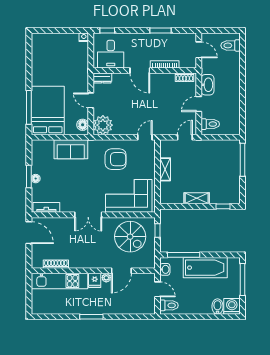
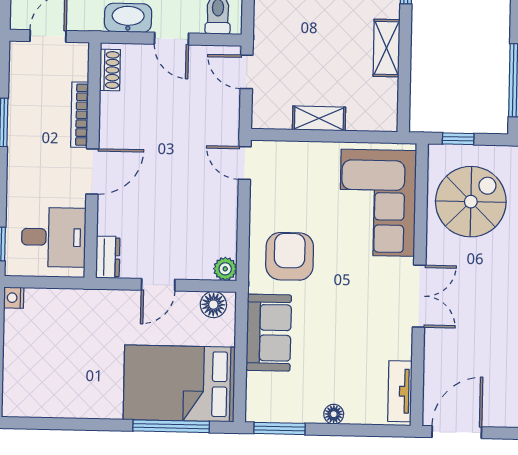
plant: (103, 125) -> (225, 269), width x0.53, depth x0.53
armchair: (116, 159) -> (290, 256), moved
window: (29, 176) -> (279, 428), moved

